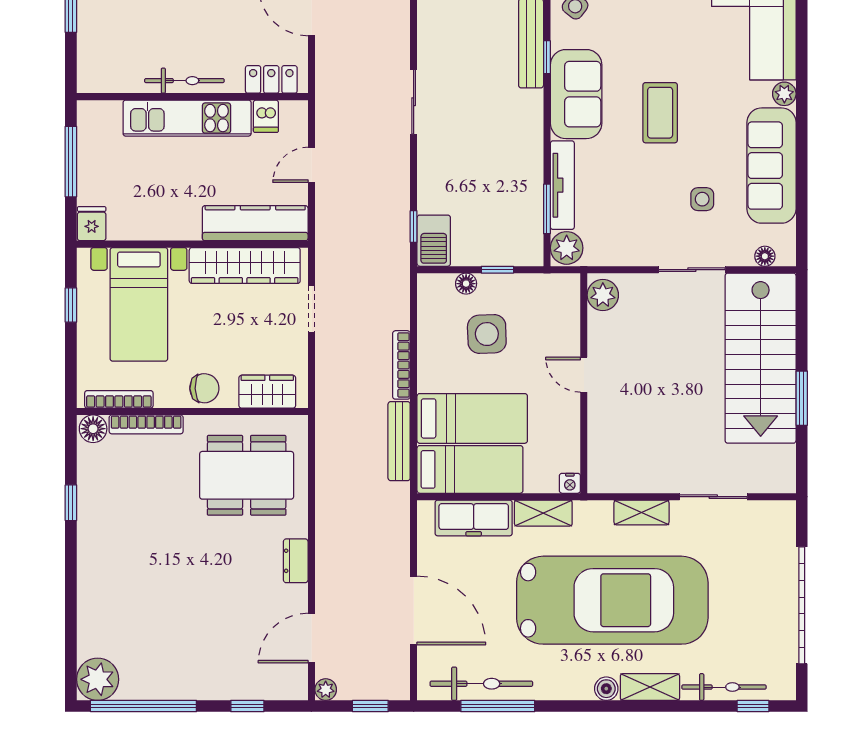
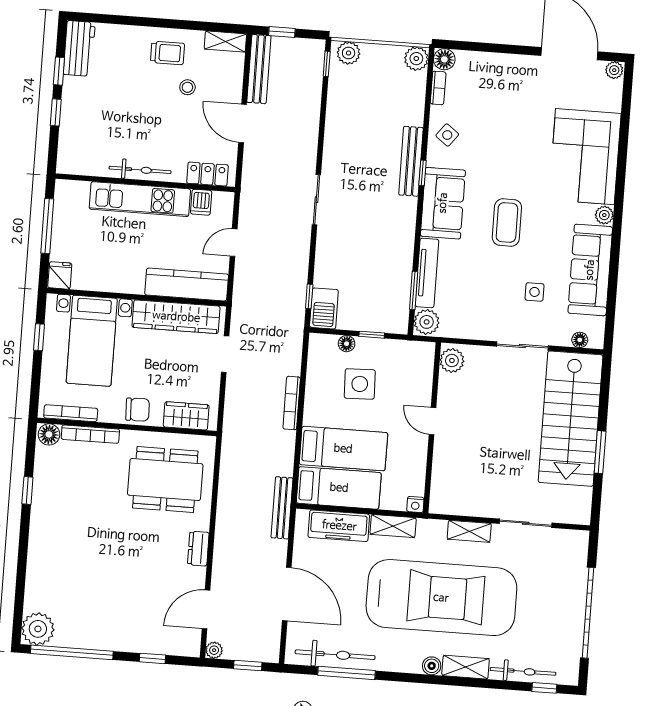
bench: (399, 441) -> (282, 508), moved

